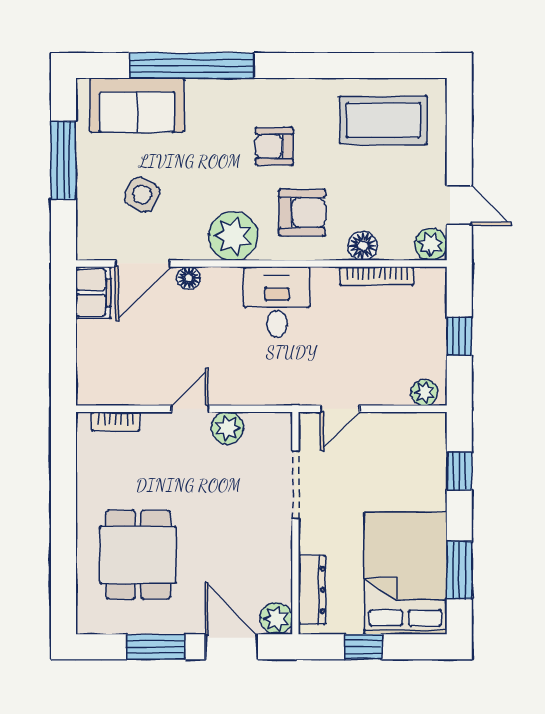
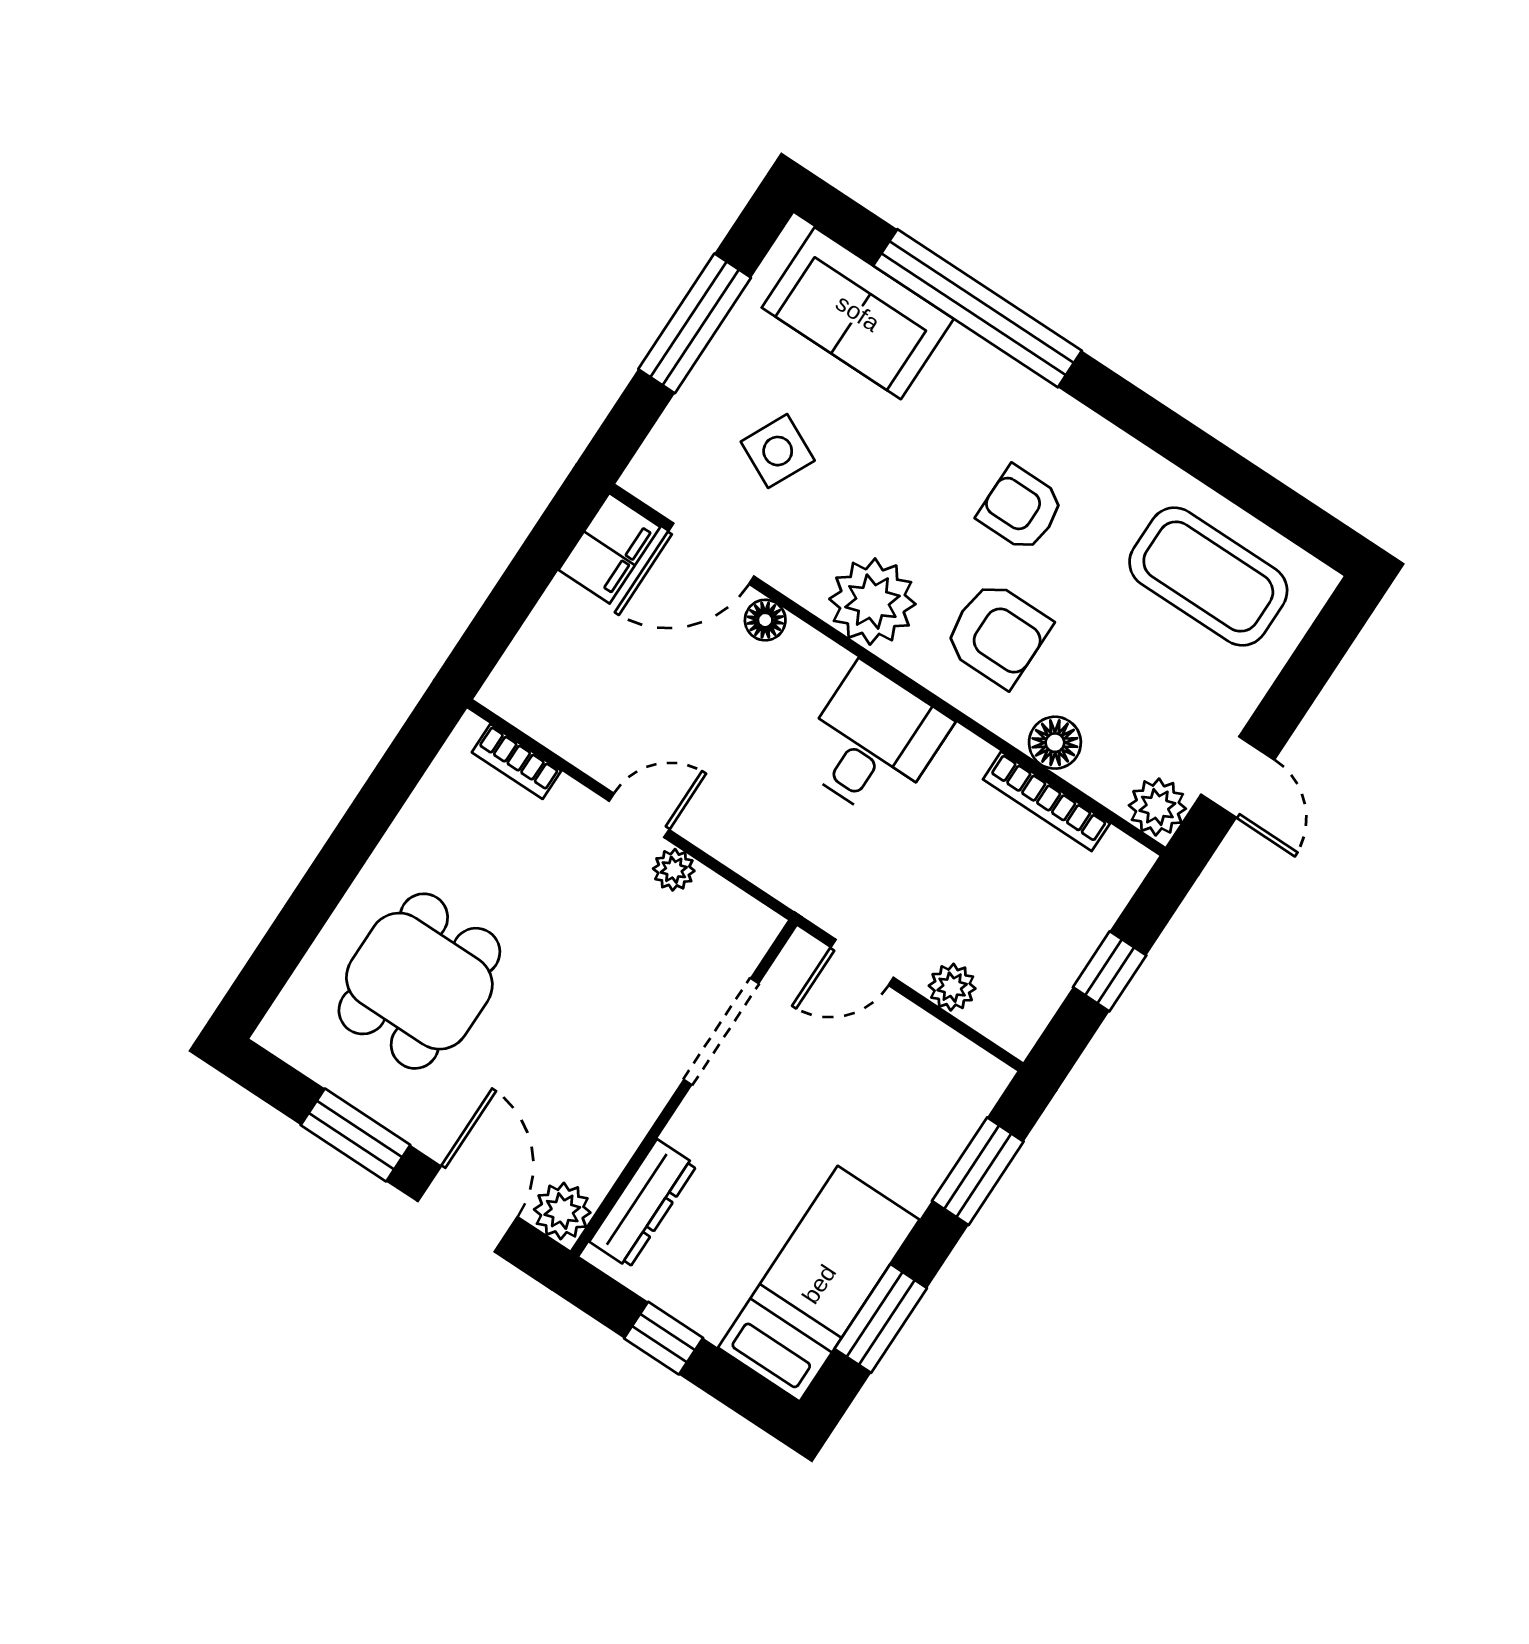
plant: (424, 392) -> (952, 987), moved
plant: (227, 428) -> (674, 870), width x0.73, depth x0.73
window: (459, 471) -> (978, 1171), width x1.50
bed: (405, 573) -> (819, 1284), width x0.67

